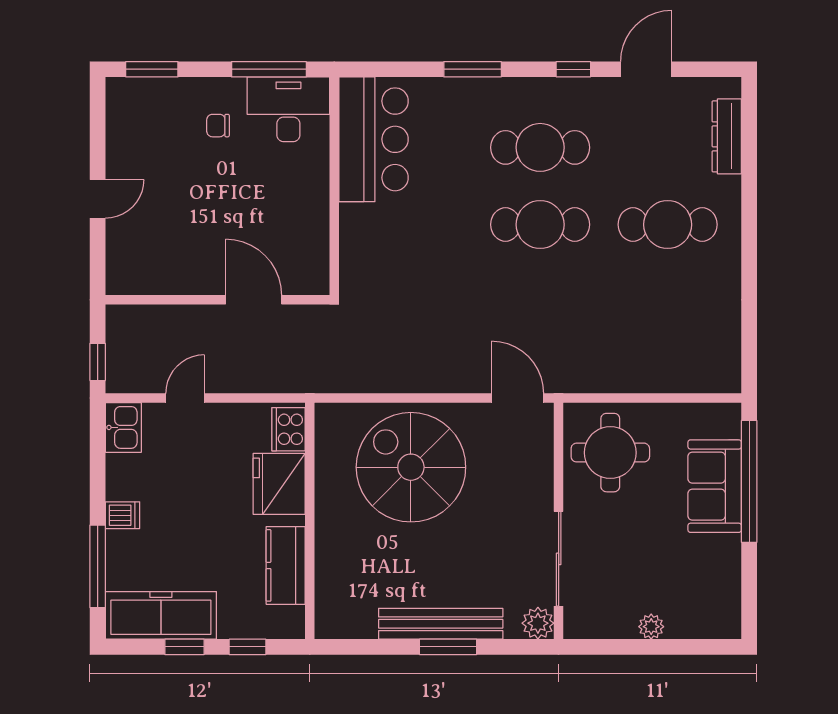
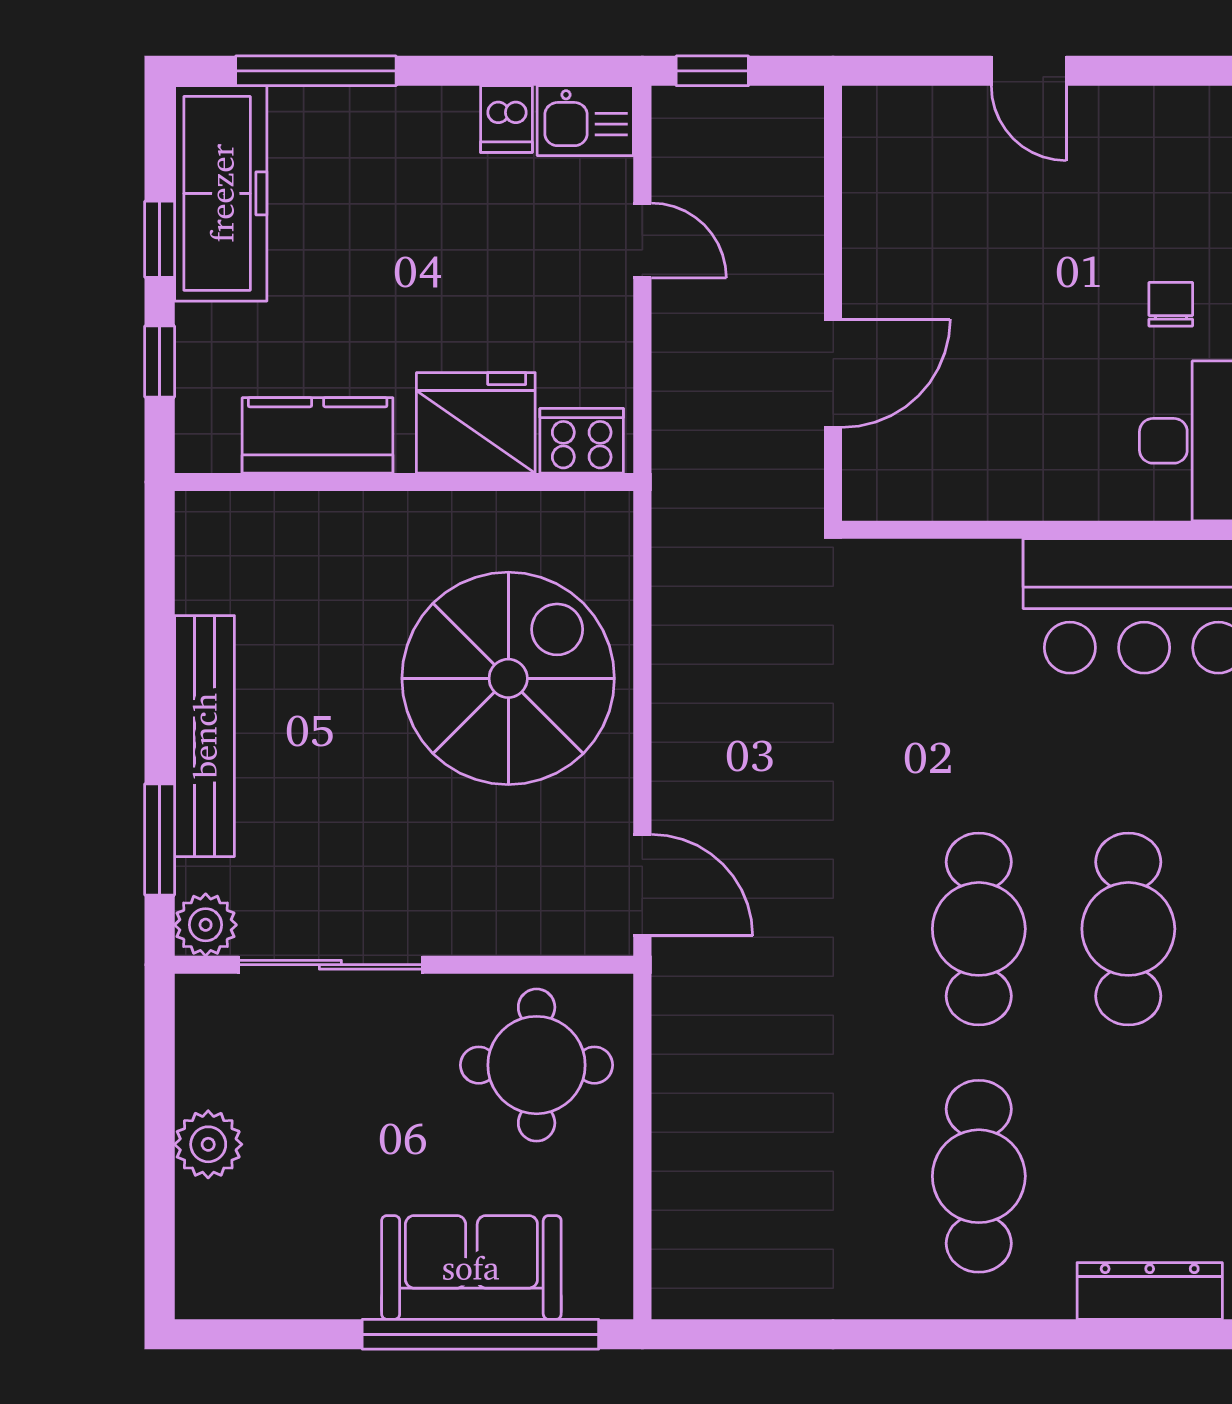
door: (518, 398) -> (642, 885), hinge flipped
dishwasher: (123, 515) -> (506, 119), moved
plant: (651, 627) -> (208, 1144), width x1.38, depth x1.38
window: (448, 647) -> (160, 839), moved

